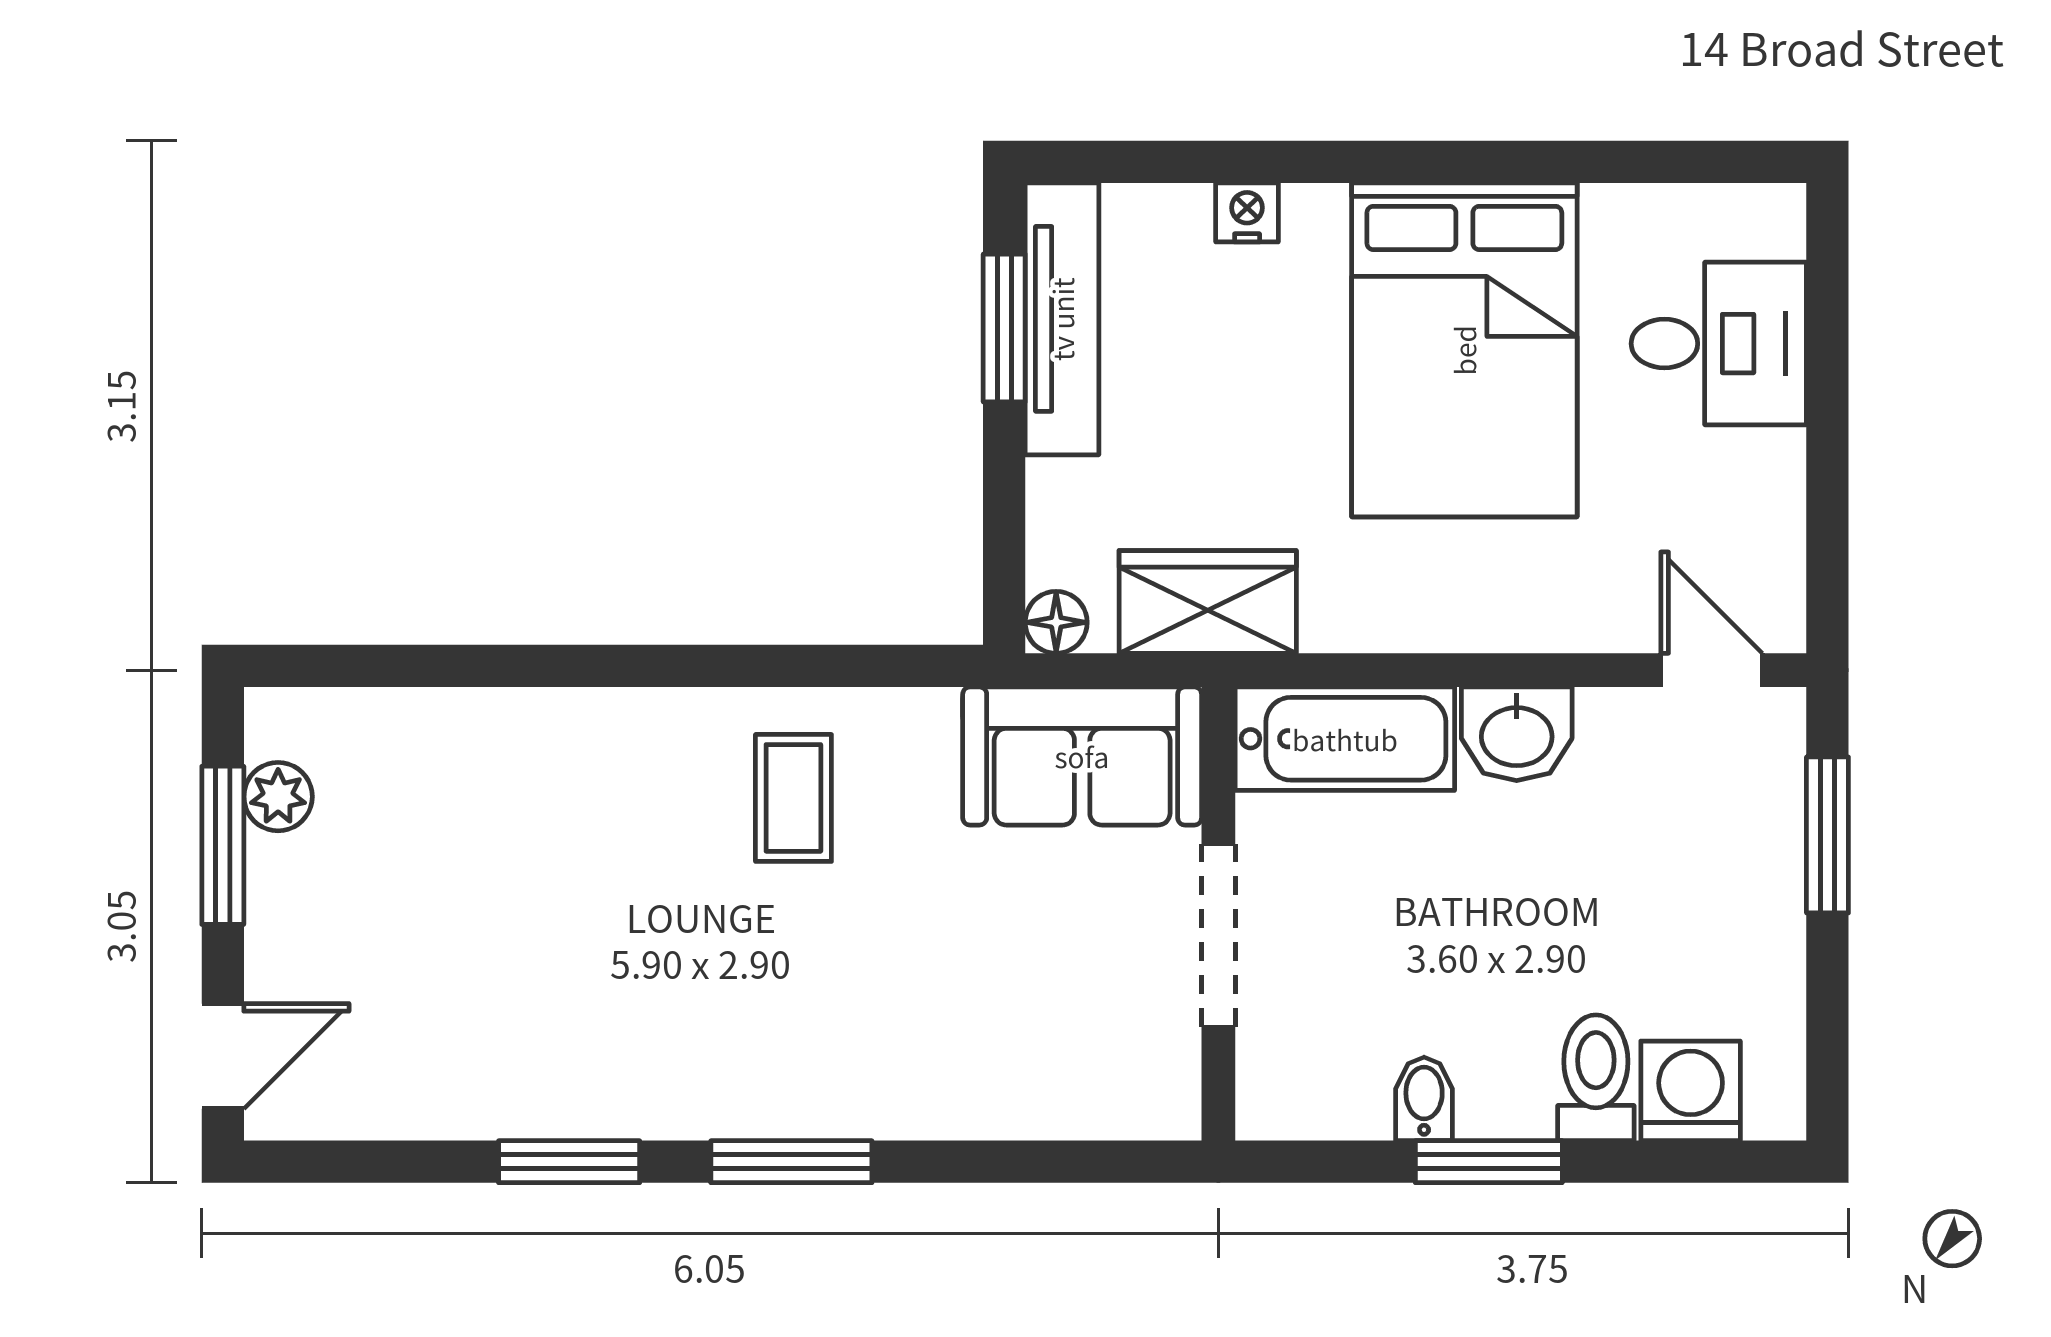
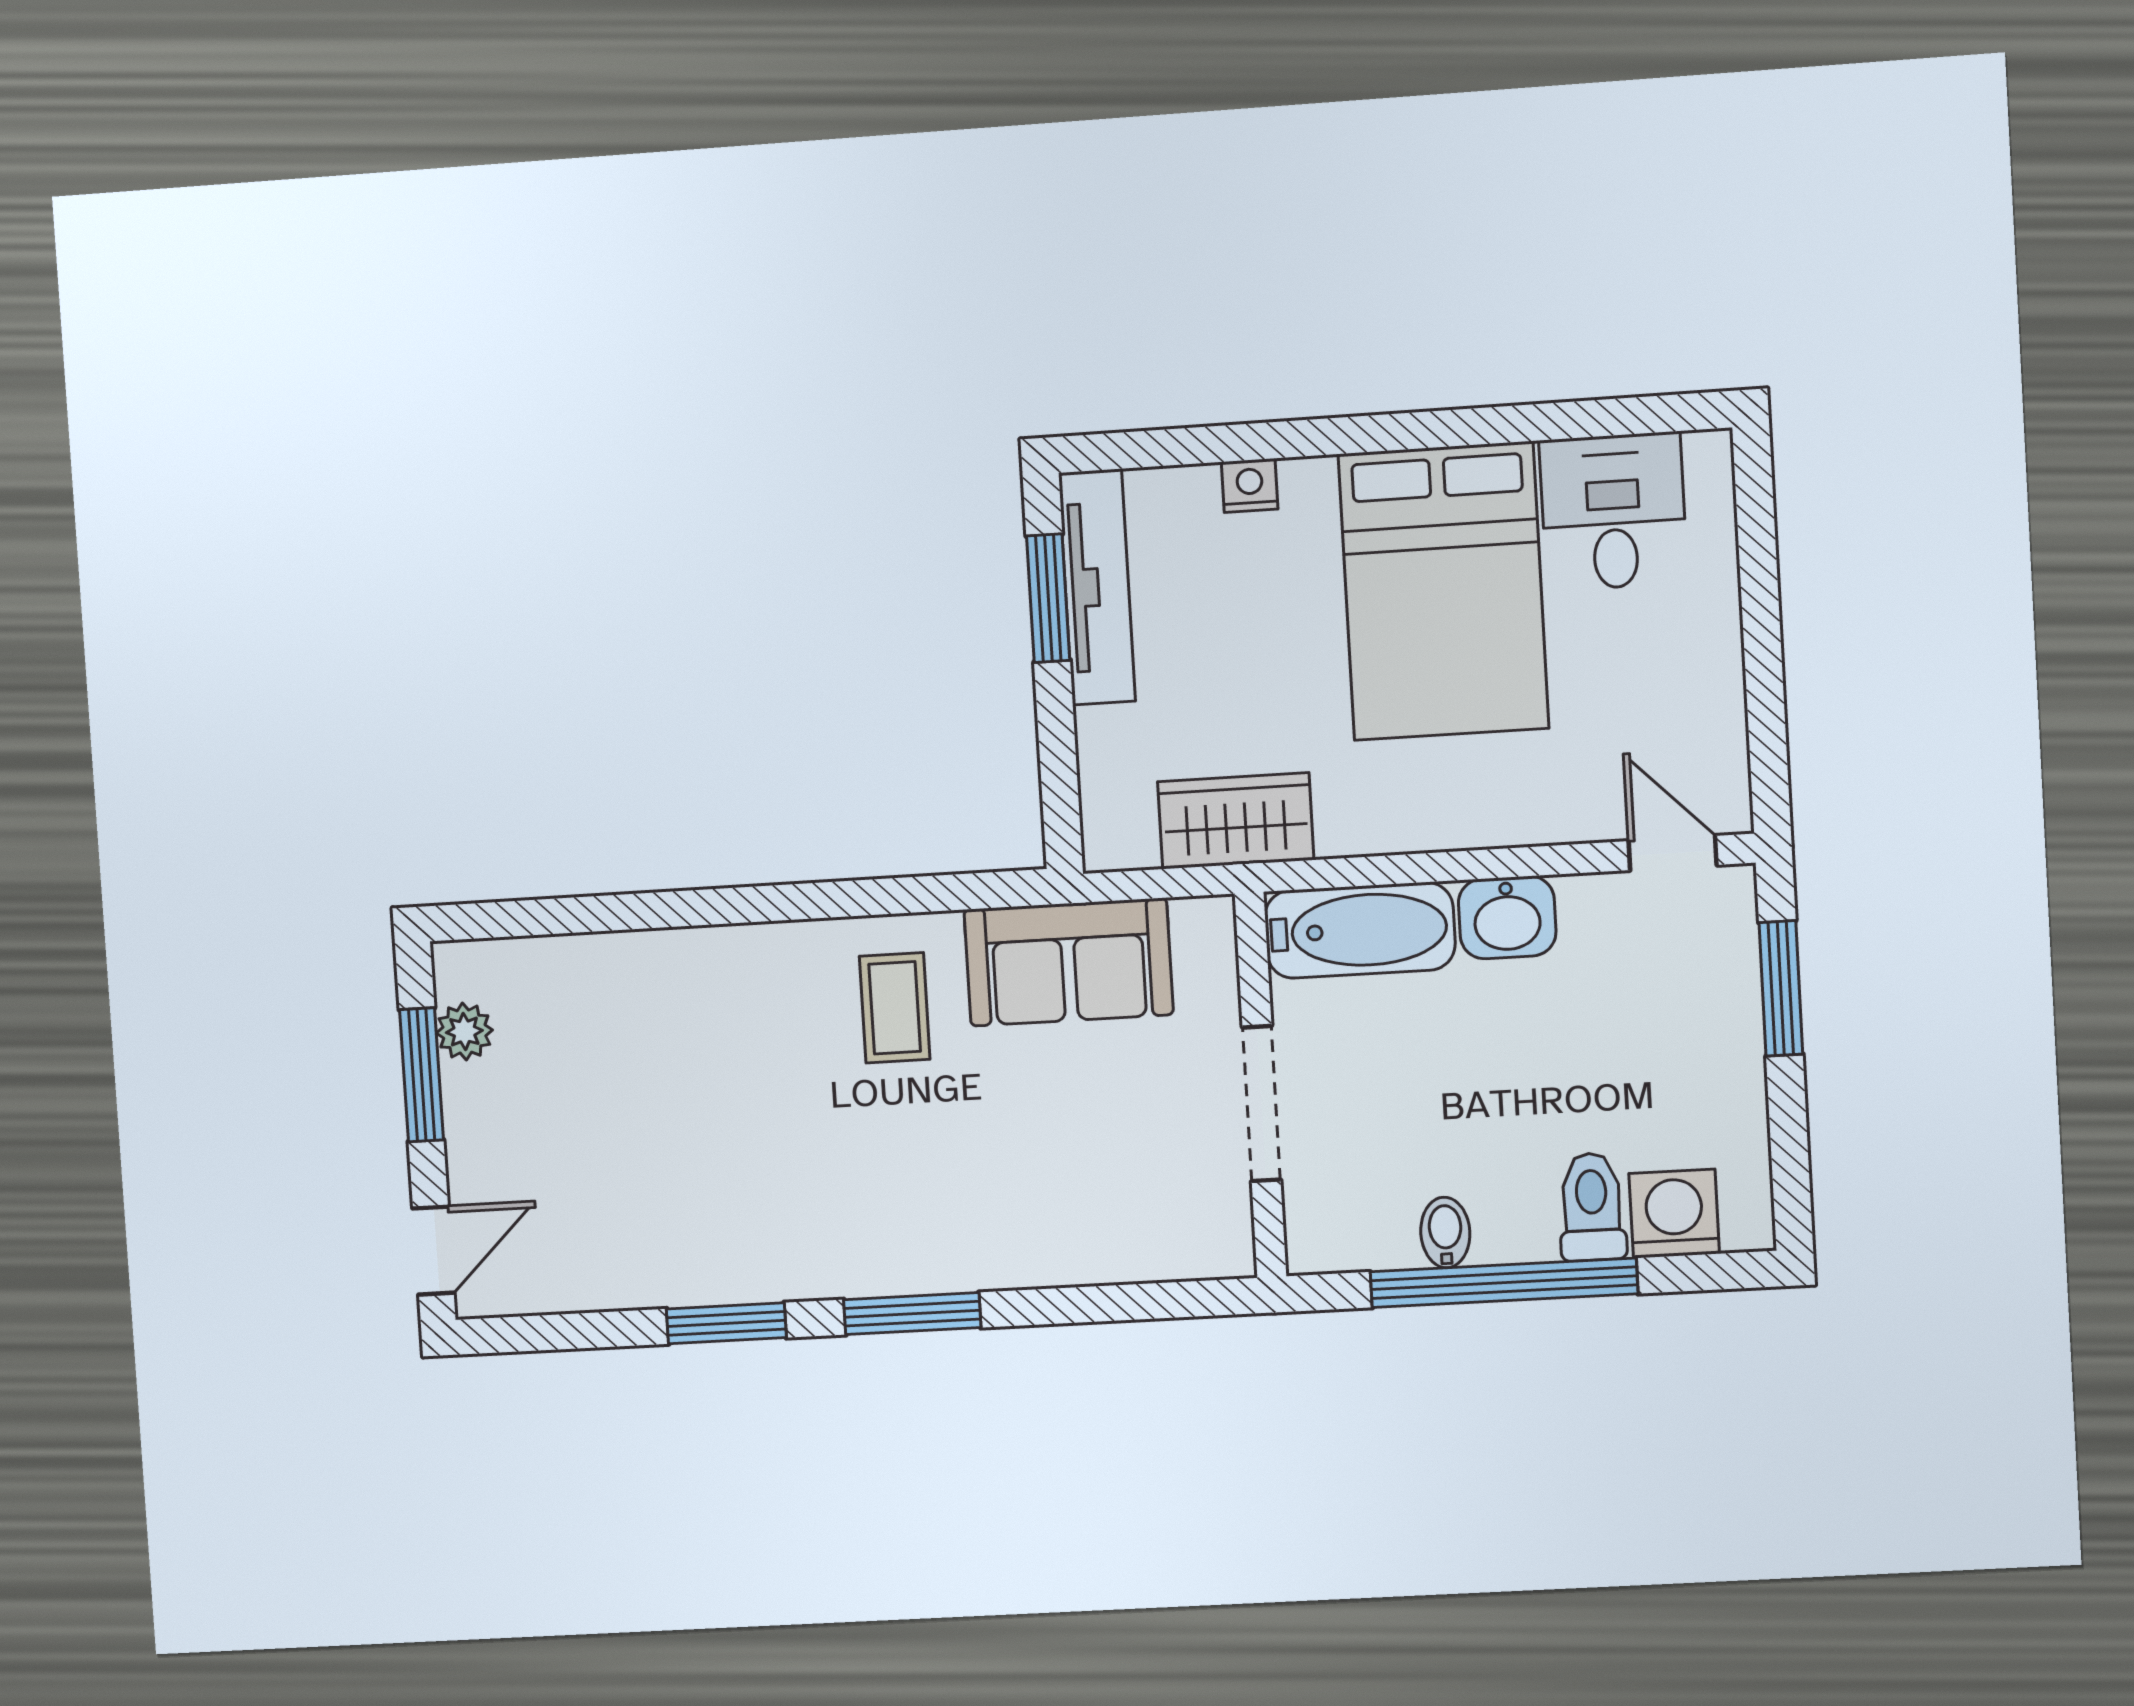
desk: (1719, 344) -> (1613, 512), moved, turned -90
floor lamp: (1056, 622) -> (1108, 846), removed
sofa: (1082, 756) -> (1068, 962), moved
window: (1489, 1162) -> (1504, 1283), width x2.11

